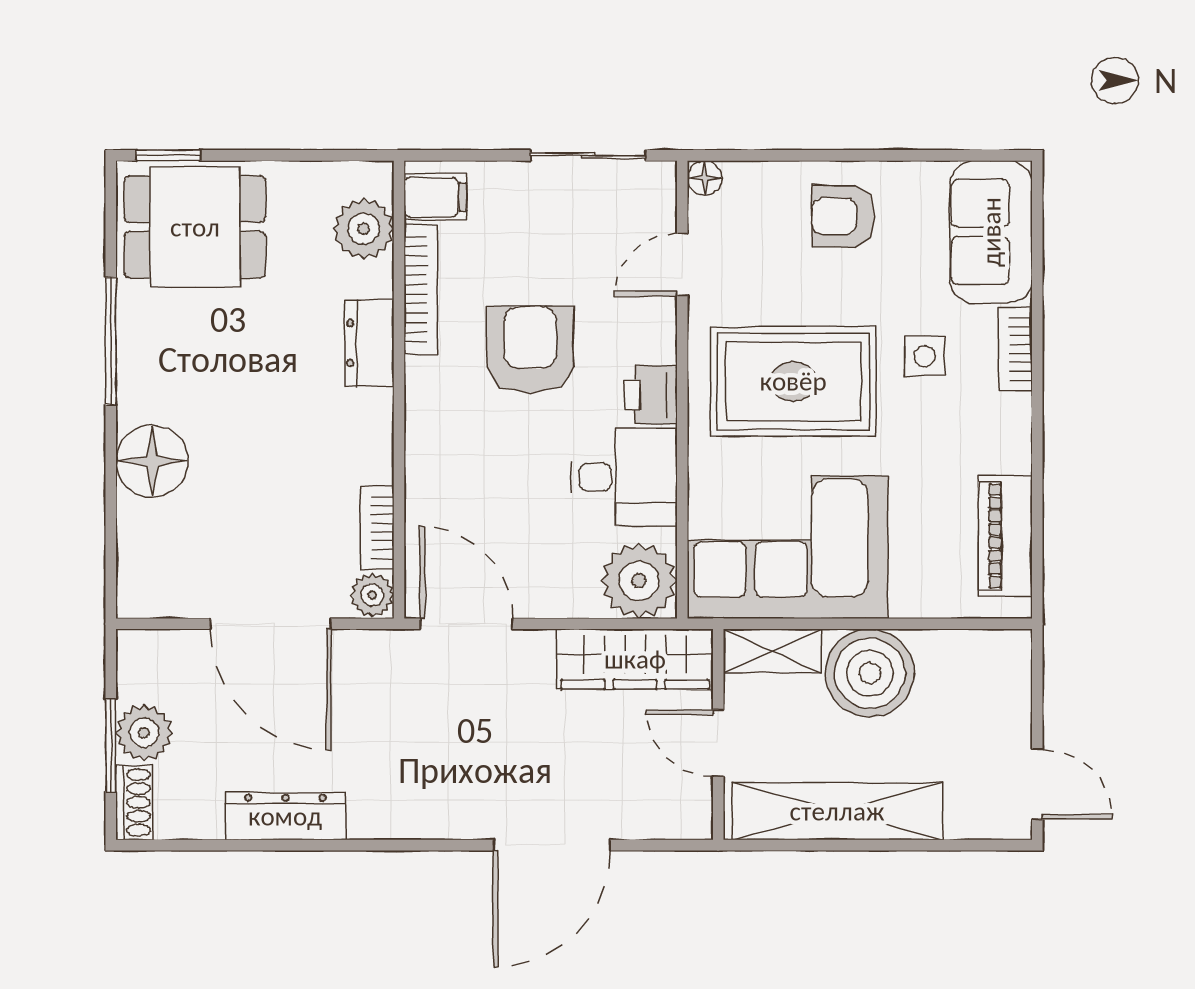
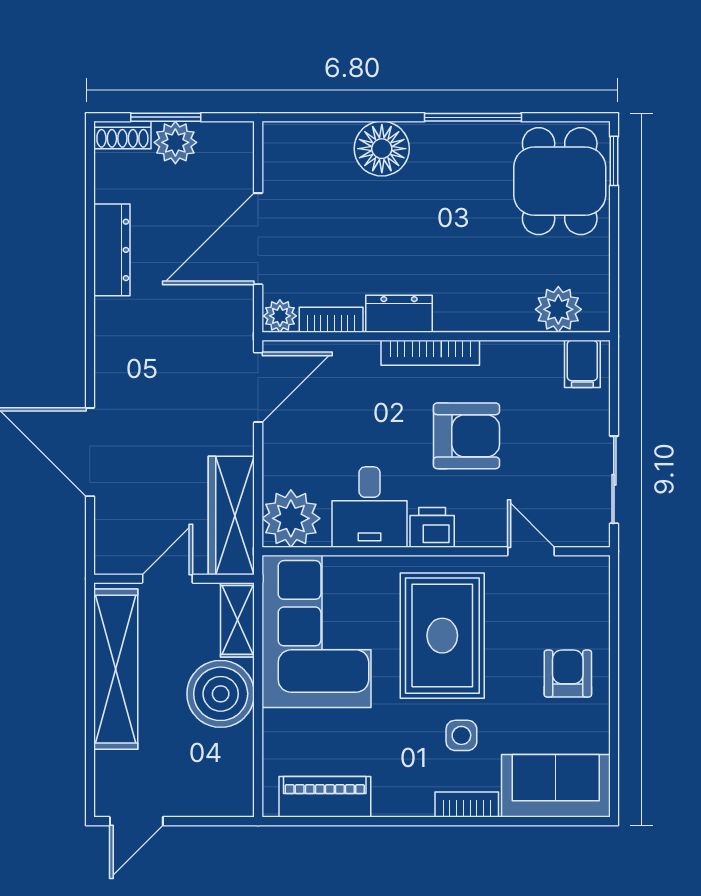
floor lamp: (705, 178) -> (597, 568), removed
bookcase: (421, 289) -> (430, 353), moved
dresser: (369, 343) -> (399, 314), moved

